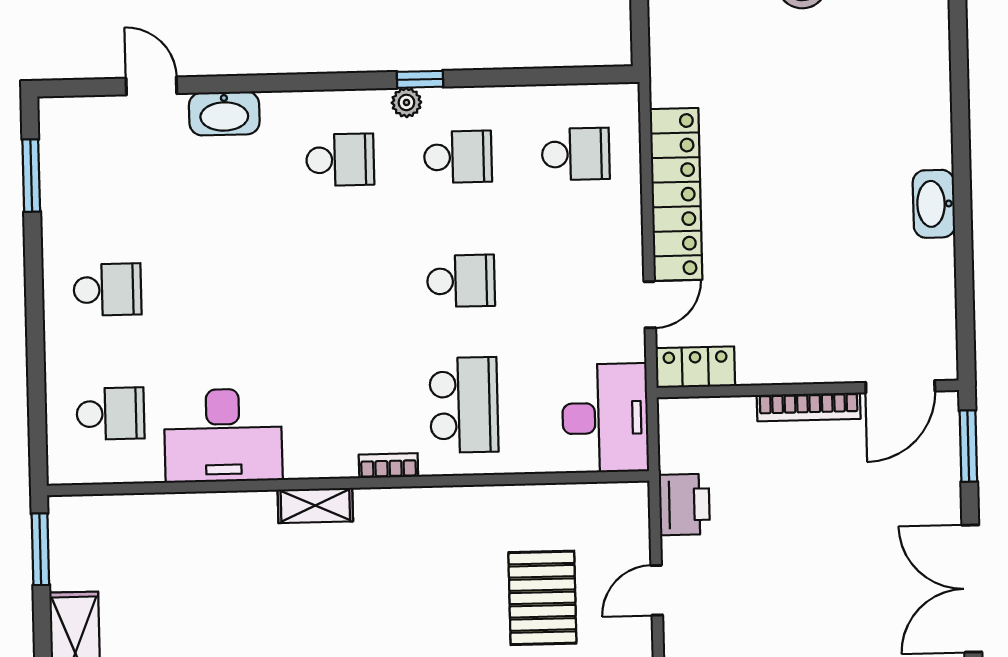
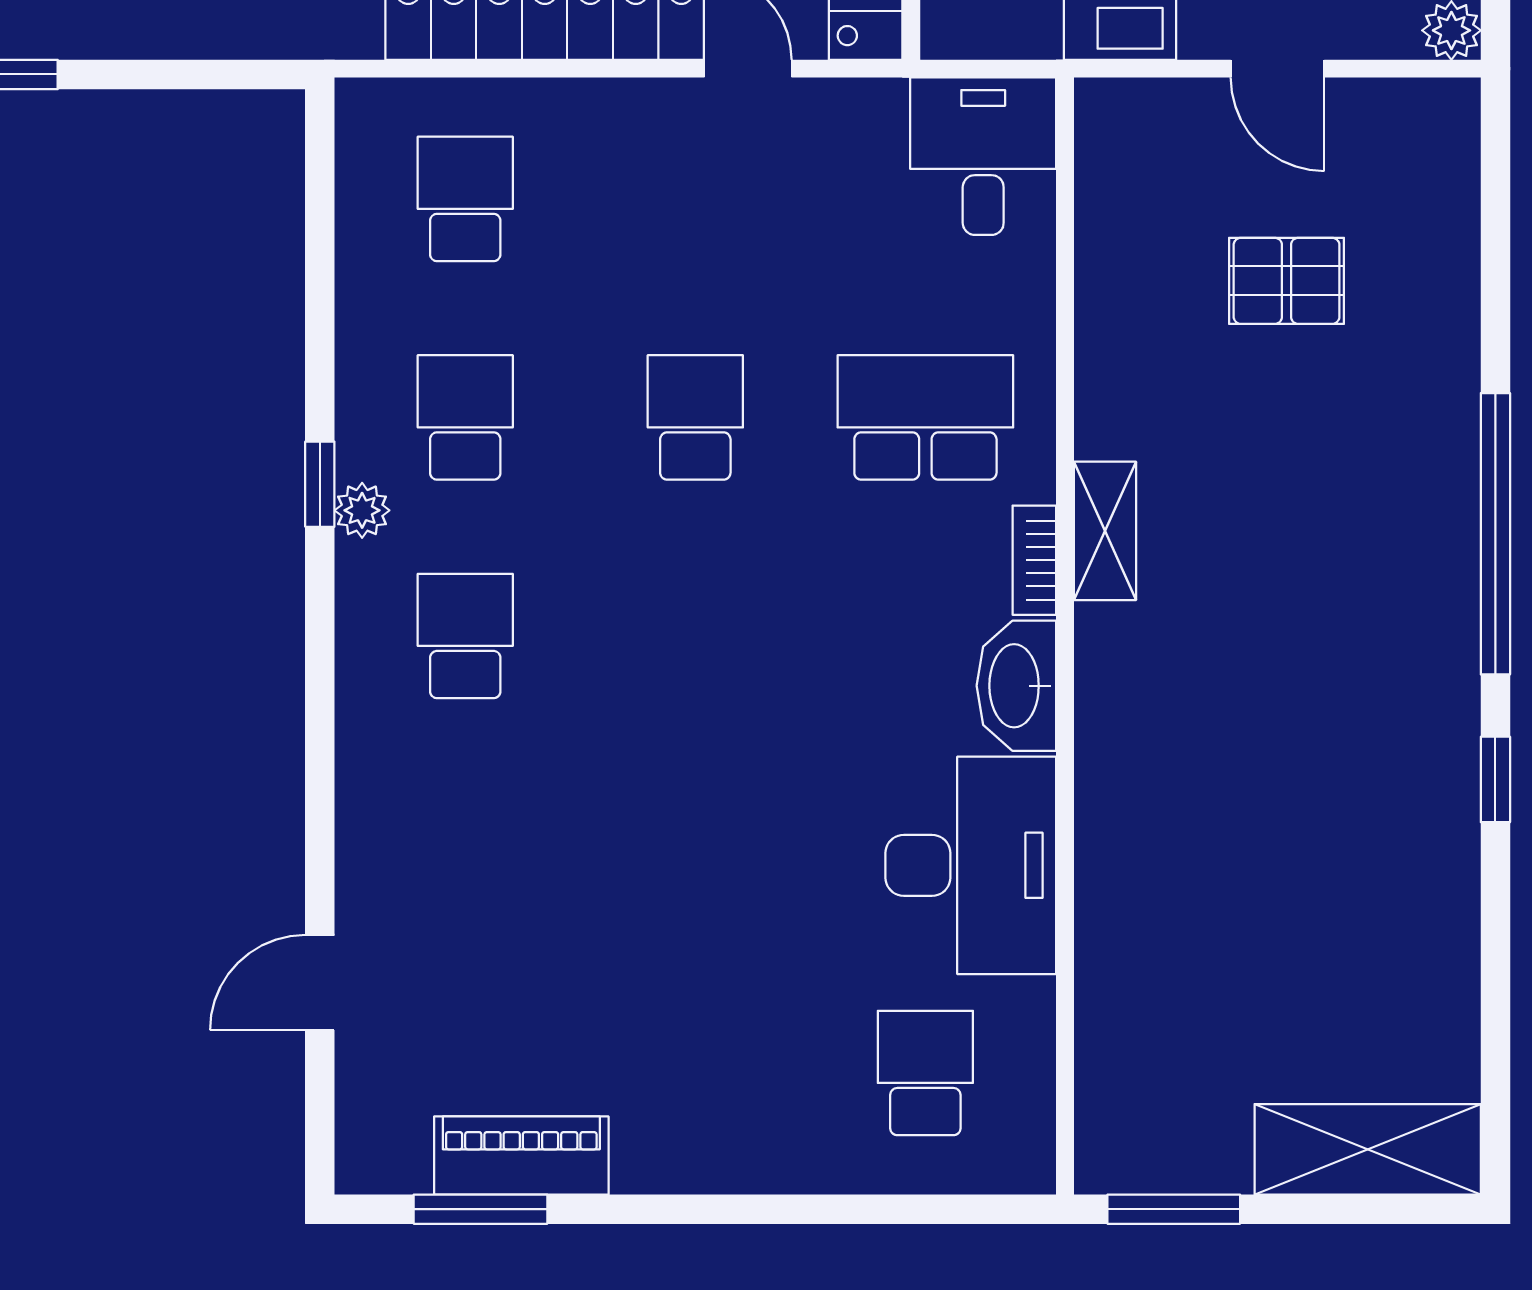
washbasin: (224, 113) -> (1016, 686), moved, turned 180
piano: (61, 197) -> (521, 1156), added
school desk: (107, 290) -> (695, 1073), removed
desk: (605, 418) -> (983, 156), width x0.73
shelving: (315, 505) -> (1105, 531), moved
pallet: (542, 598) -> (1287, 281), width x0.67, depth x0.71

